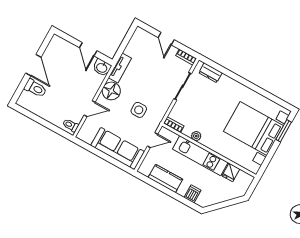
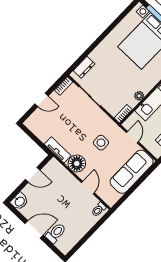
washbasin: (102, 68) -> (19, 201), moved

